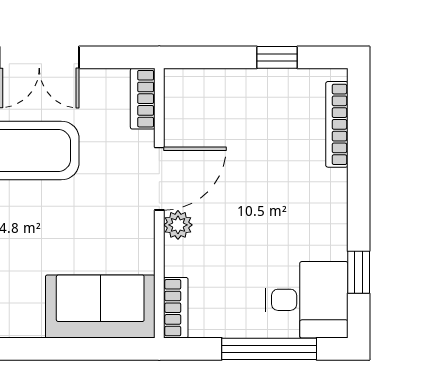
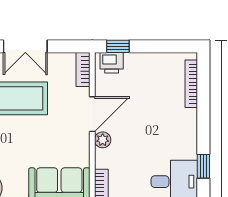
window: (277, 57) -> (118, 46), moved
printer: (194, 87) -> (112, 63), added

